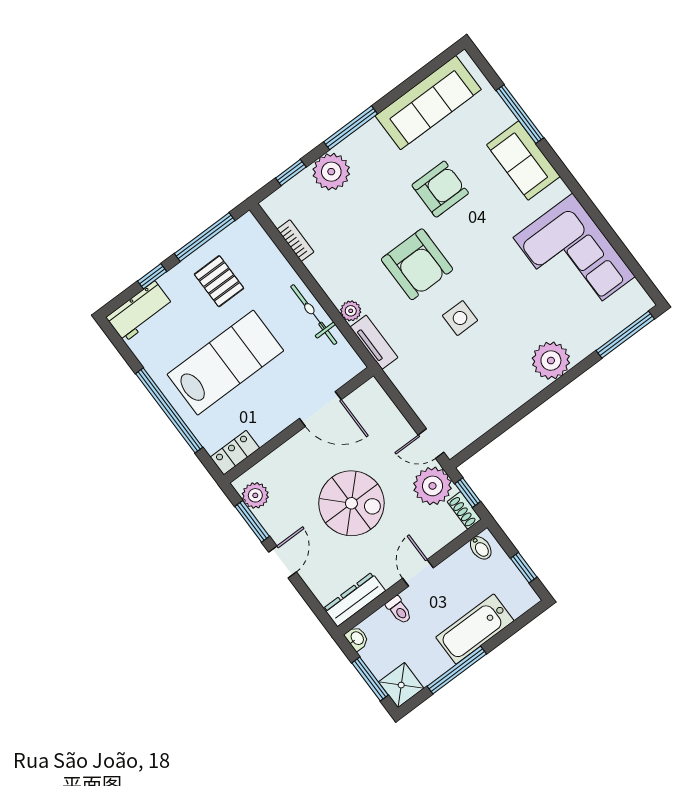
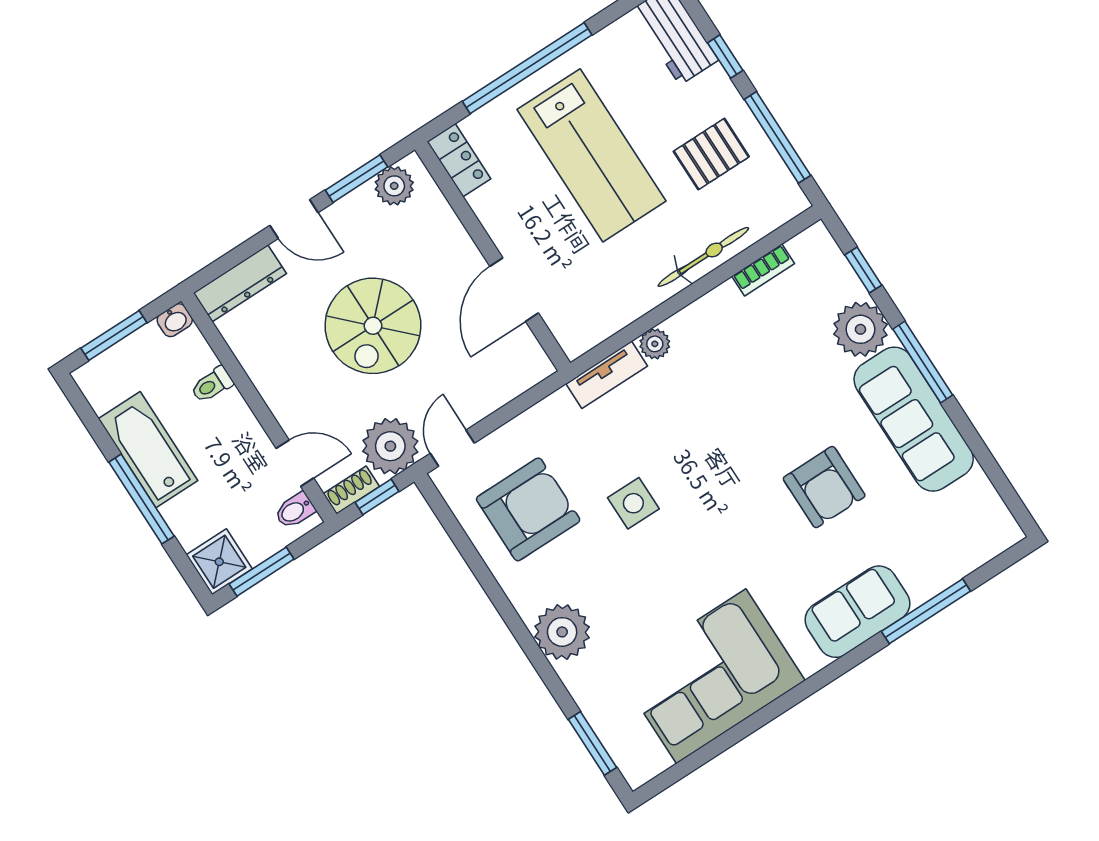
sofa: (428, 103) -> (914, 419), moved
armchair: (417, 264) -> (528, 509), moved, turned 180
bicycle: (314, 315) -> (703, 257), moved
window: (625, 335) -> (592, 743), width x0.69
window: (524, 568) -> (262, 572), width x1.50
door: (418, 573) -> (295, 463), moved
dresser: (354, 599) -> (240, 283), moved, turned 90
bathtub: (475, 629) -> (148, 450), moved
window: (457, 670) -> (142, 499), moved
shower: (401, 685) -> (219, 562), moved

